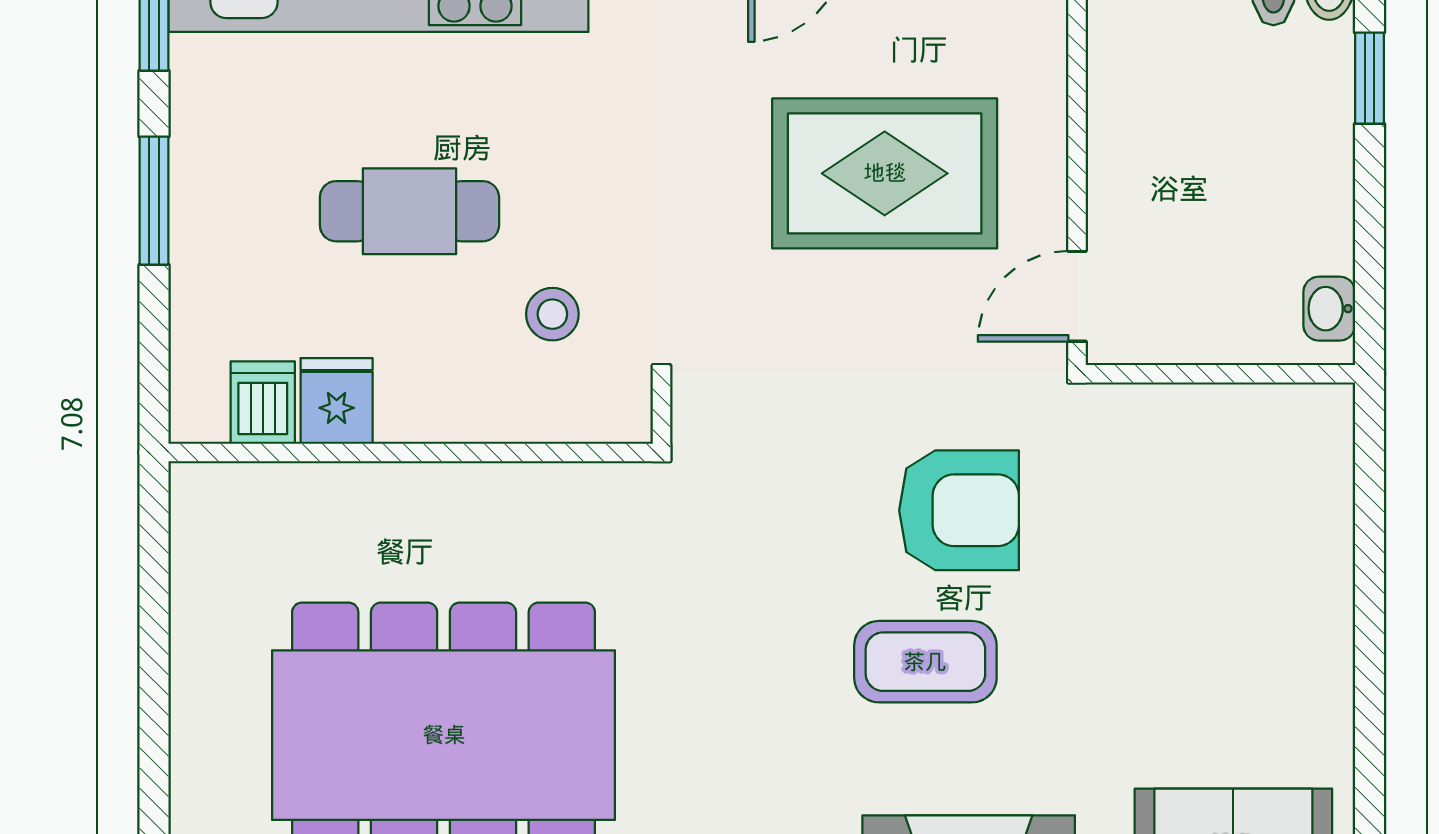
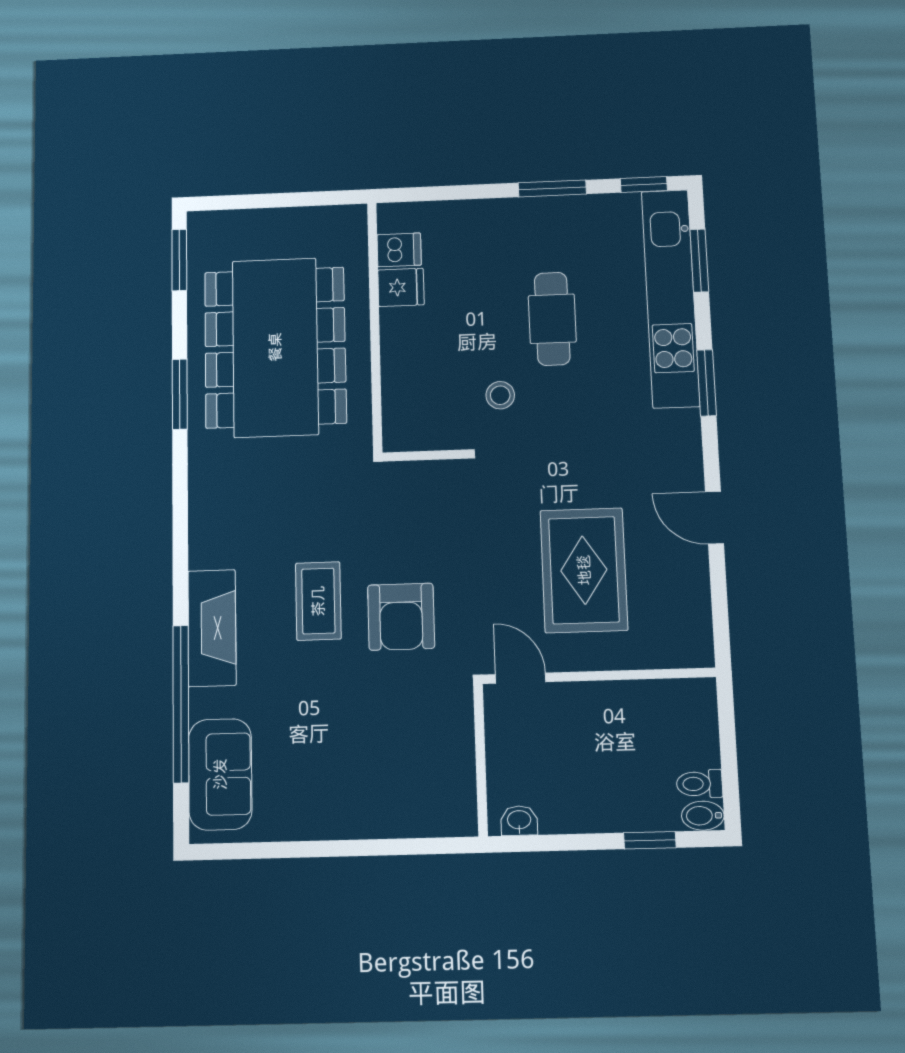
fridge: (337, 401) -> (401, 287), moved
dishwasher: (263, 403) -> (399, 250), moved
wall: (411, 453) -> (375, 326), moved

